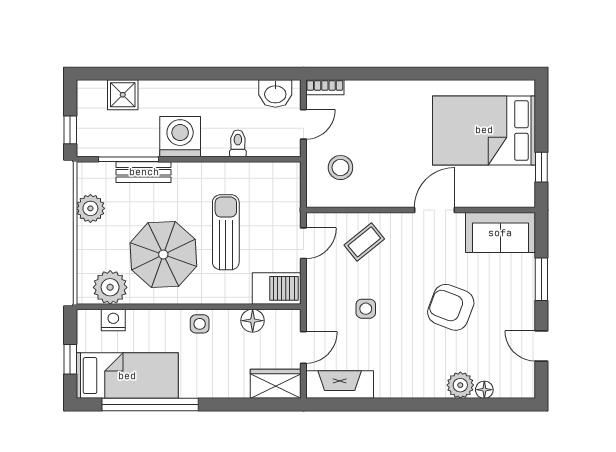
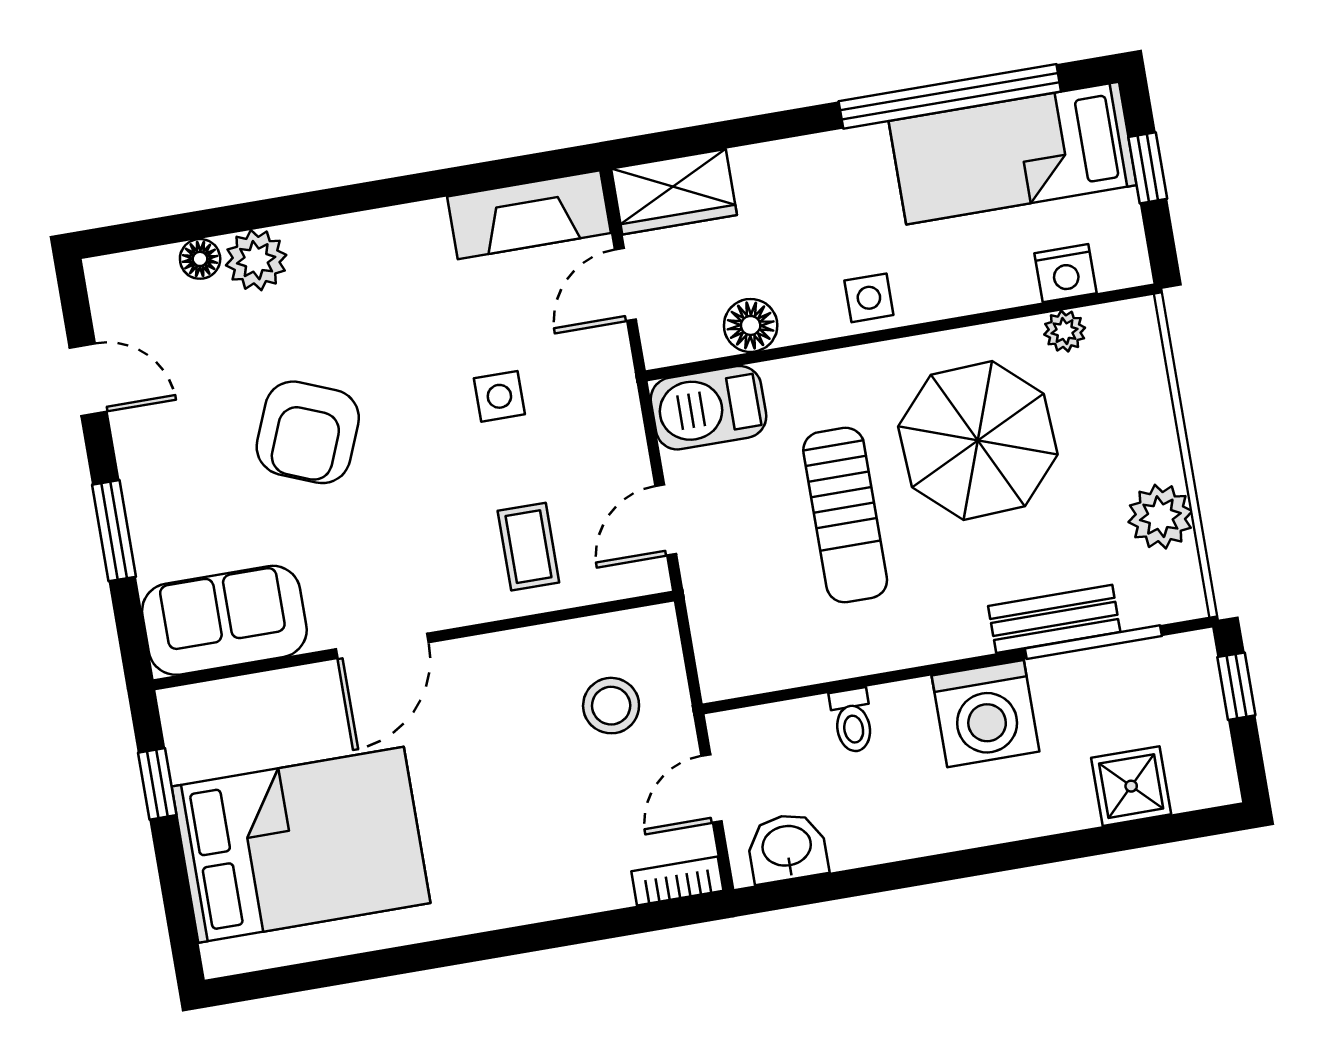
coffee table: (364, 242) -> (528, 547), turned -51
plant: (110, 287) -> (1065, 331), width x0.53, depth x0.53
armchair: (451, 307) -> (308, 432), turned 91

